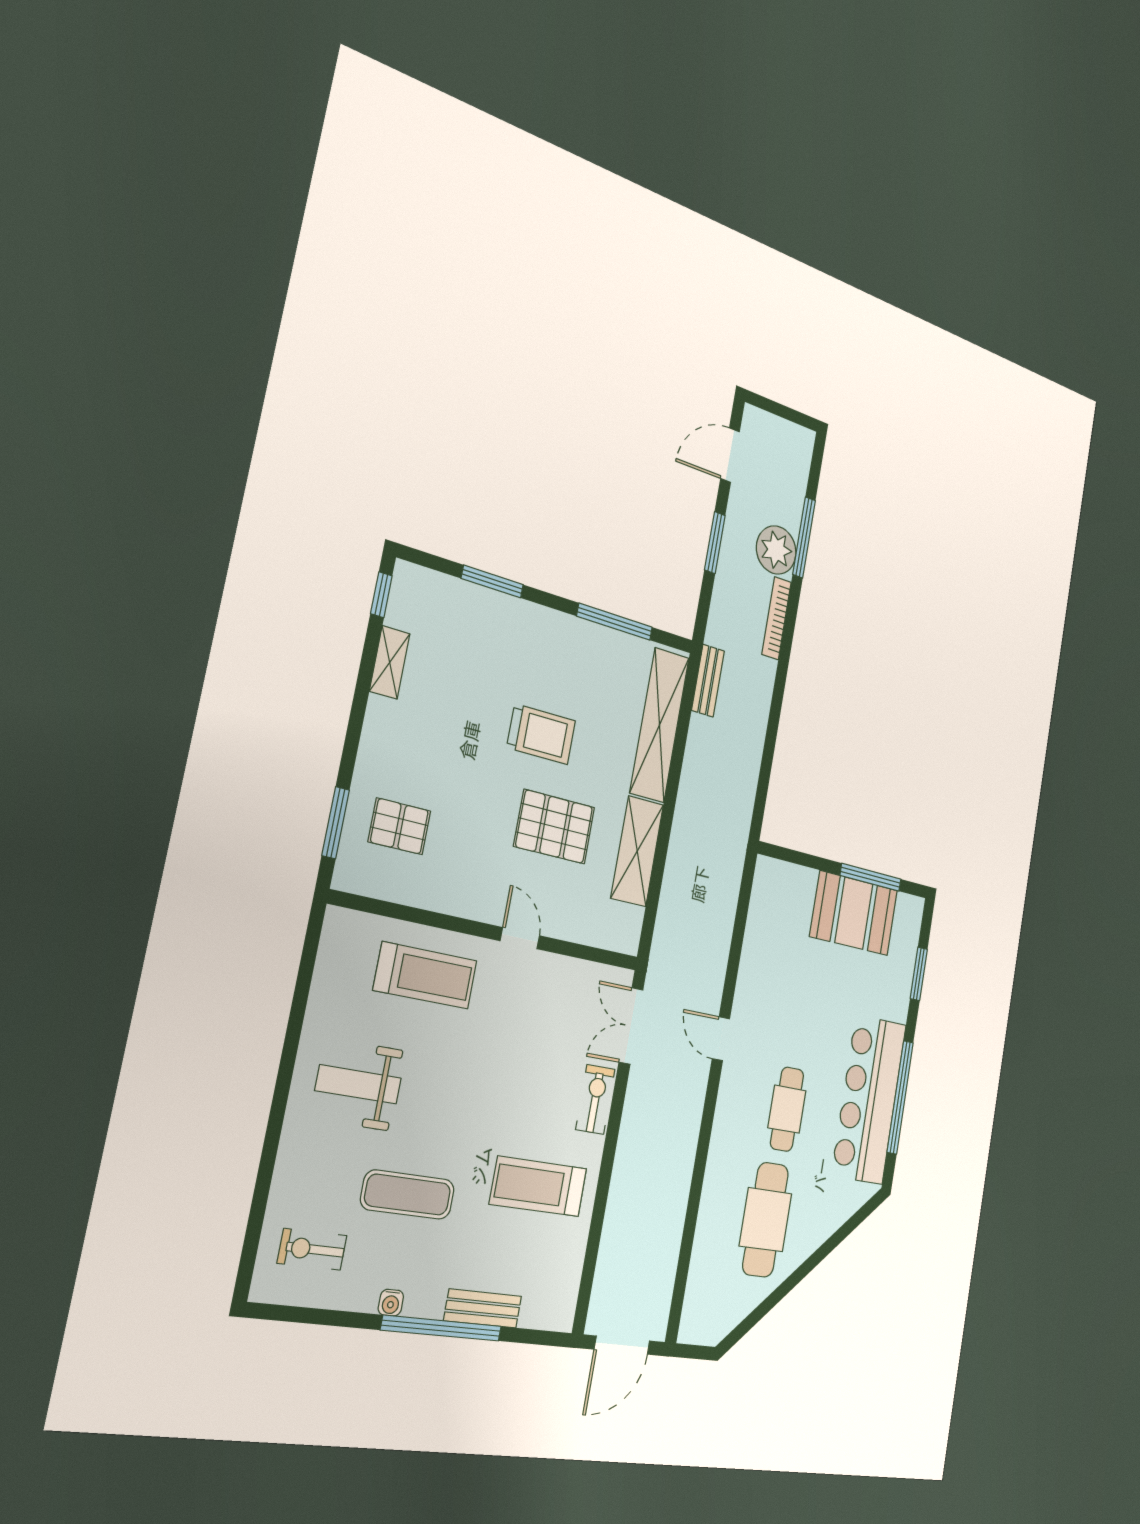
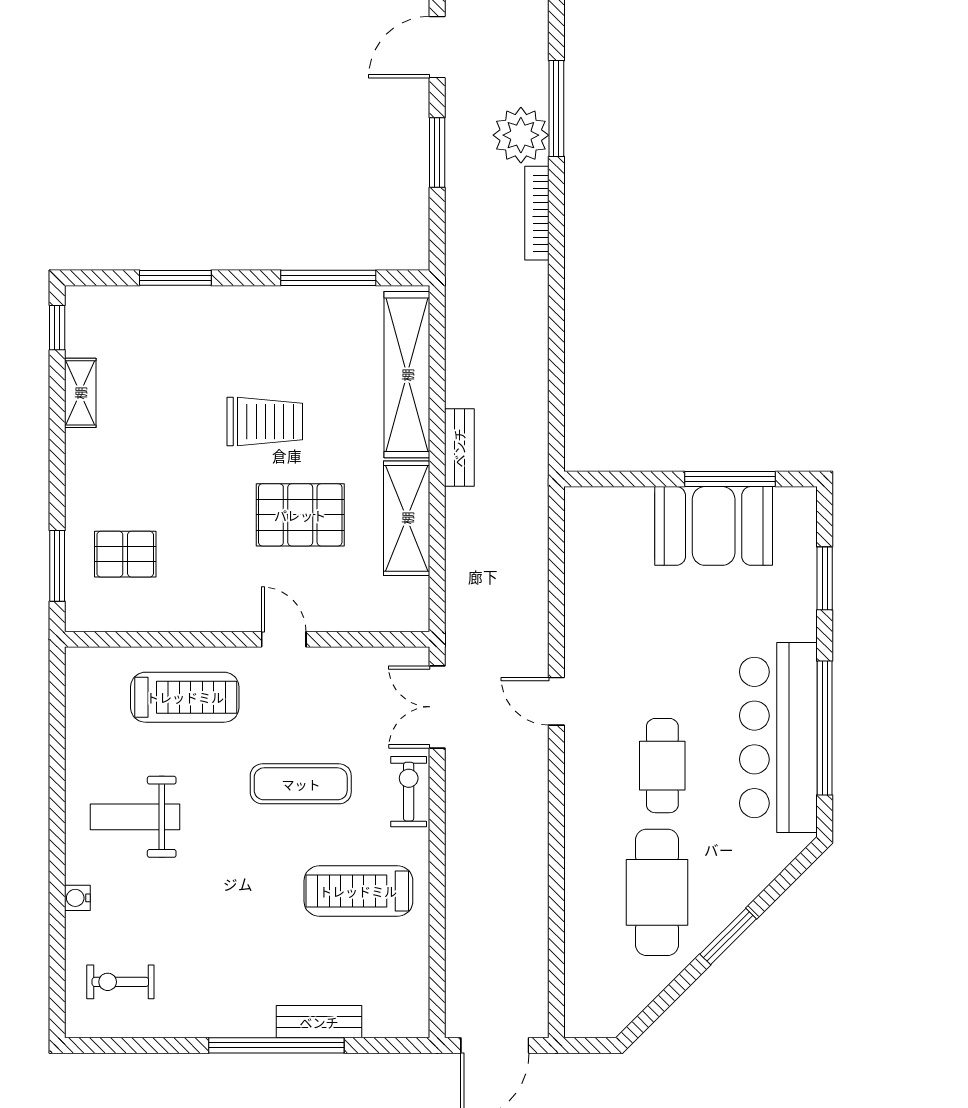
bench: (708, 681) -> (459, 448), moved
exercise mat: (408, 1195) -> (301, 784), moved
window: (809, 1265) -> (728, 936), added
water cooler: (391, 1303) -> (77, 898), moved, turned 90

